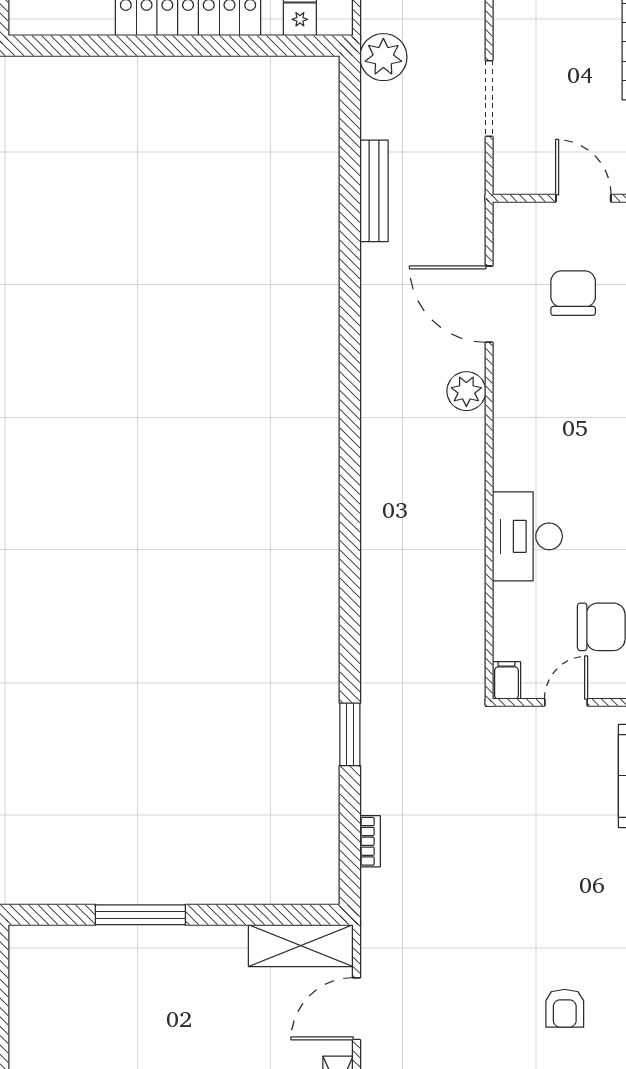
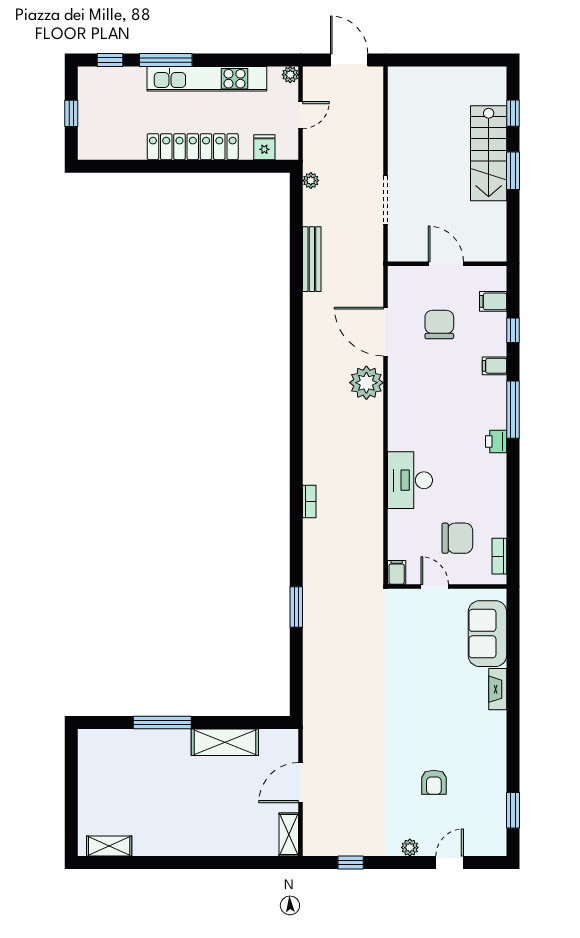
plant: (383, 57) -> (311, 181), width x0.53, depth x0.53
plant: (466, 391) -> (366, 383), width x1.36, depth x1.36
door: (566, 702) -> (435, 587), hinge flipped
bookcase: (370, 841) -> (309, 501), moved
shelving: (301, 946) -> (225, 742), moved

